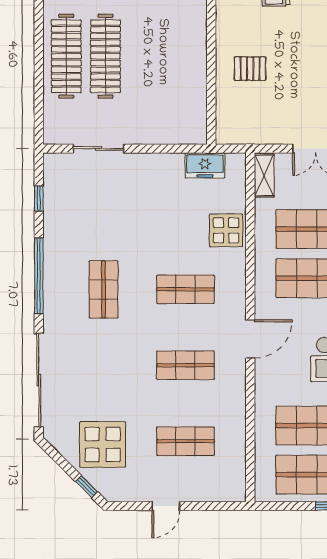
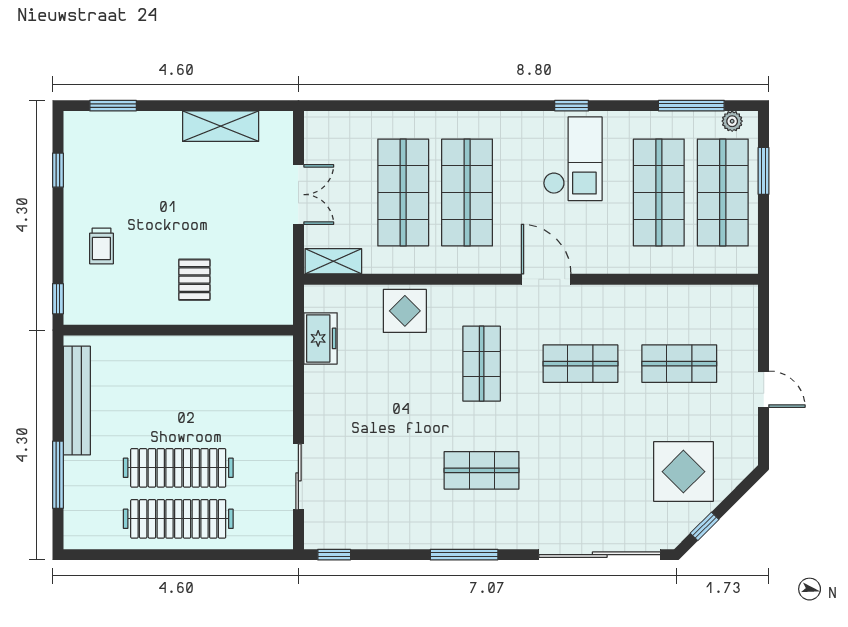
window: (39, 198) -> (334, 555), moved
window: (39, 276) -> (464, 555), width x0.68
shop shelf: (186, 365) -> (580, 364), turned 90
shop shelf: (186, 441) -> (679, 364), turned 90
window: (86, 487) -> (705, 526), moved

